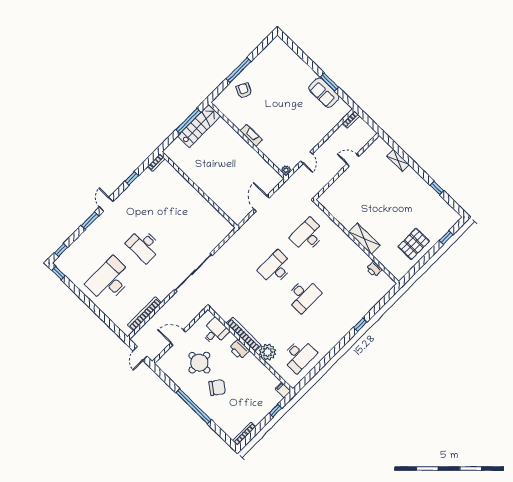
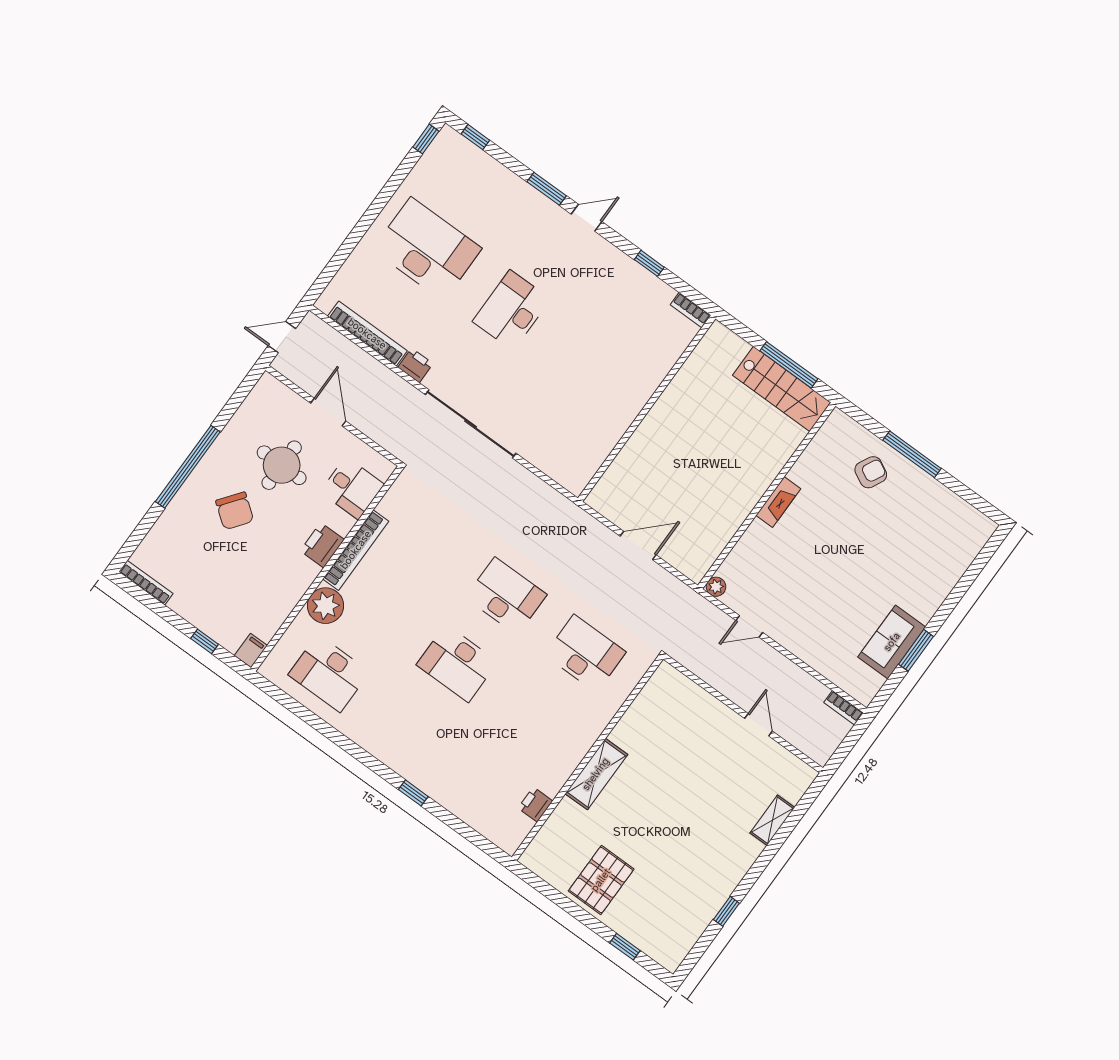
pallet: (414, 244) -> (601, 880), turned 90
printer: (163, 294) -> (415, 365), added

